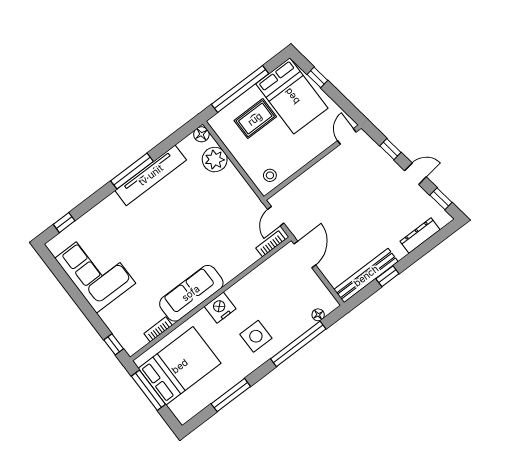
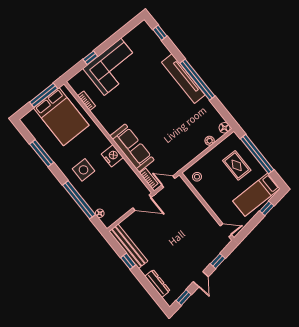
bed: (292, 96) -> (256, 195), width x0.67
plant: (215, 160) -> (210, 141), width x0.53, depth x0.53
window: (132, 171) -> (197, 80), width x1.46
tv unit: (151, 175) -> (183, 79), moved
corner sofa: (95, 271) -> (113, 67), moved
sofa: (191, 293) -> (132, 148), moved
nightstand: (220, 308) -> (112, 156), moved
window: (114, 344) -> (90, 58), moved

